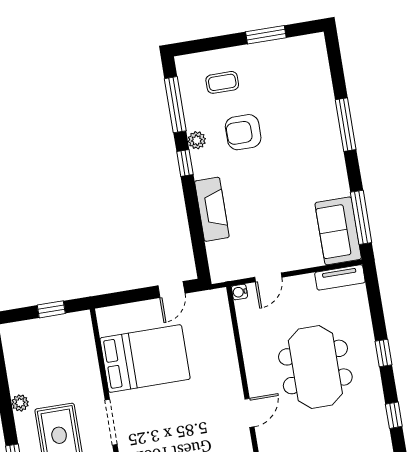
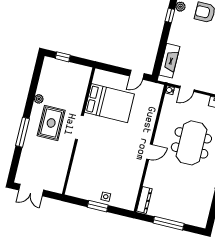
fireplace: (212, 209) -> (169, 61), moved
window: (51, 309) -> (63, 57), moved

